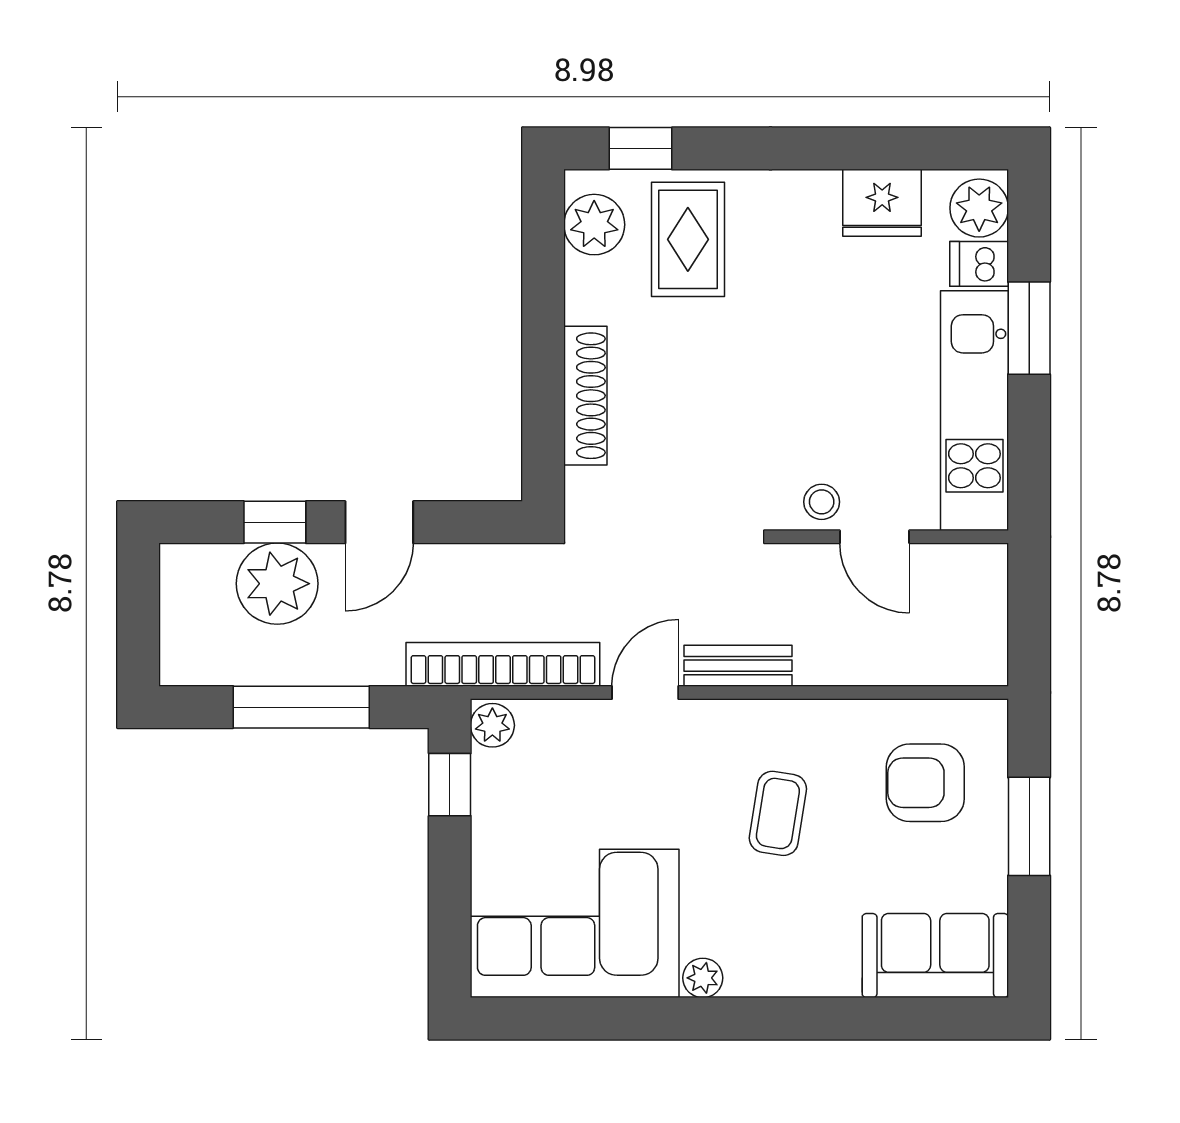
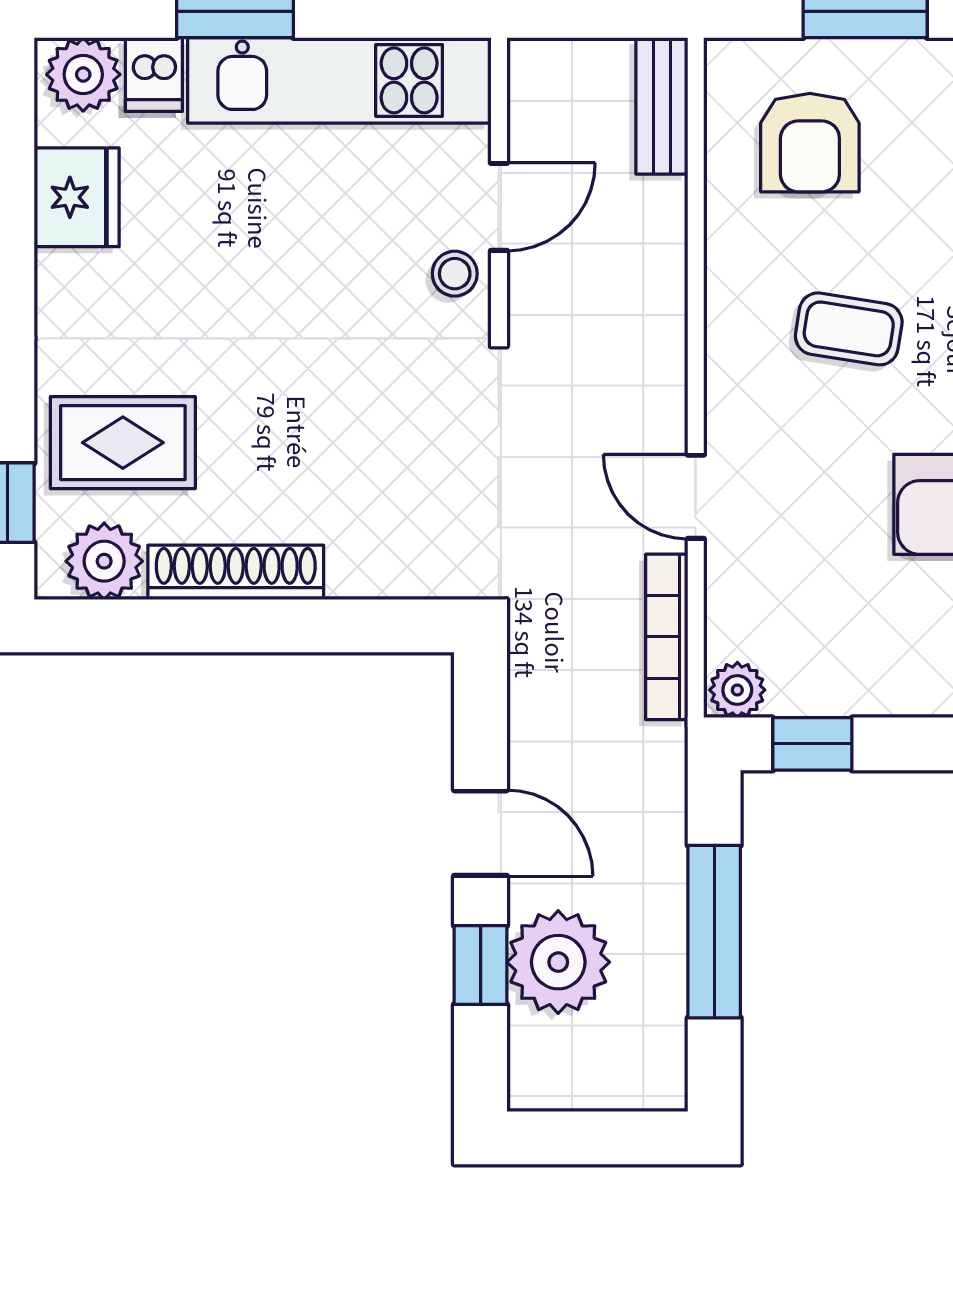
shoe rack: (585, 396) -> (236, 572), moved
bookcase: (503, 664) -> (667, 637), width x0.68, depth x0.76
bench: (738, 666) -> (662, 106), moved

